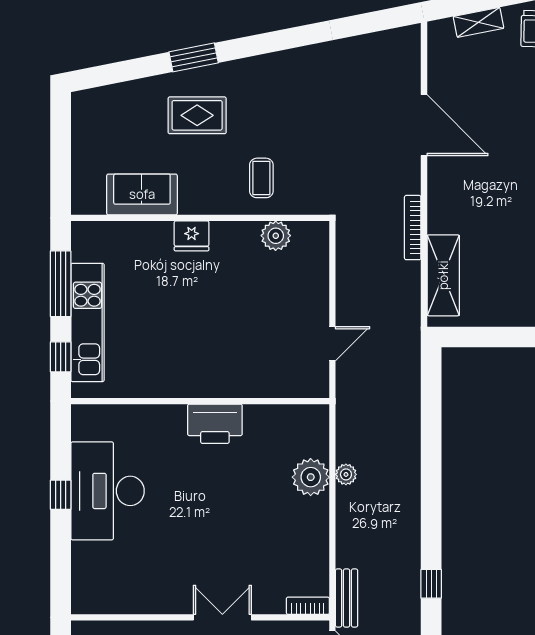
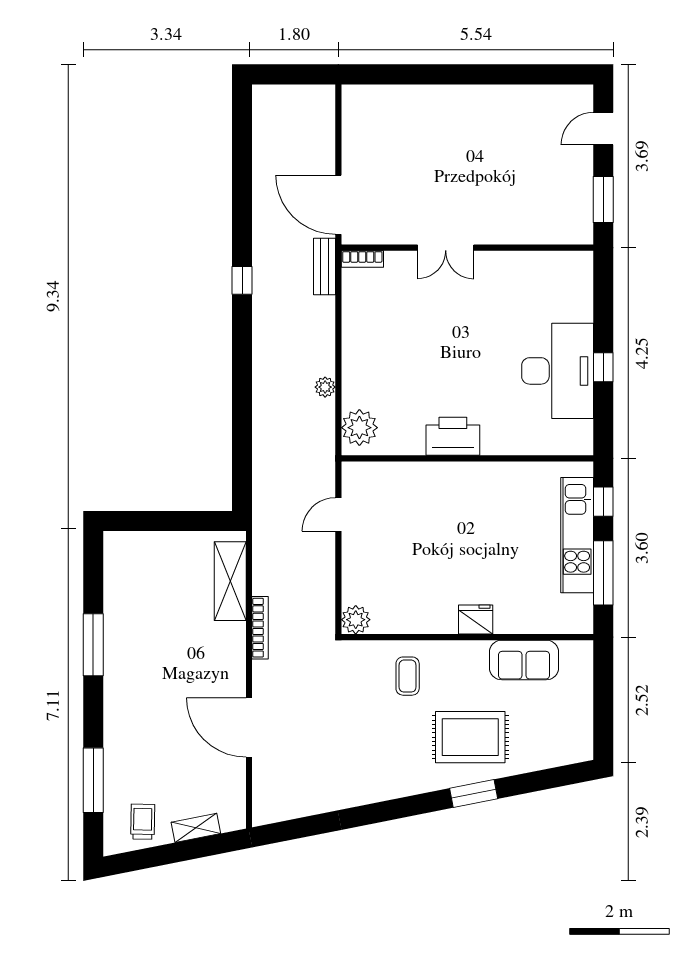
rug: (197, 115) -> (470, 737), width x1.36, depth x1.43
plant: (276, 236) -> (356, 620), moved
plant: (311, 477) -> (359, 428), moved

